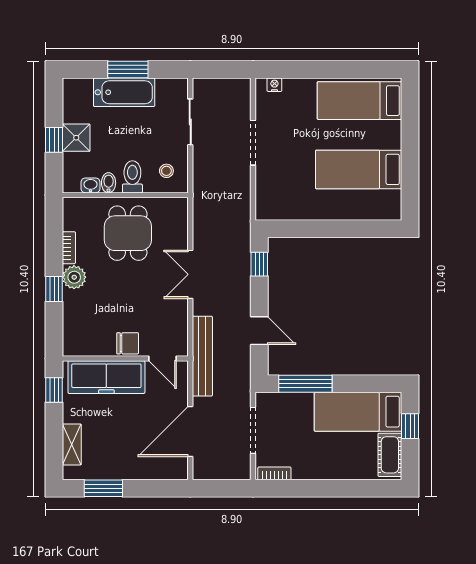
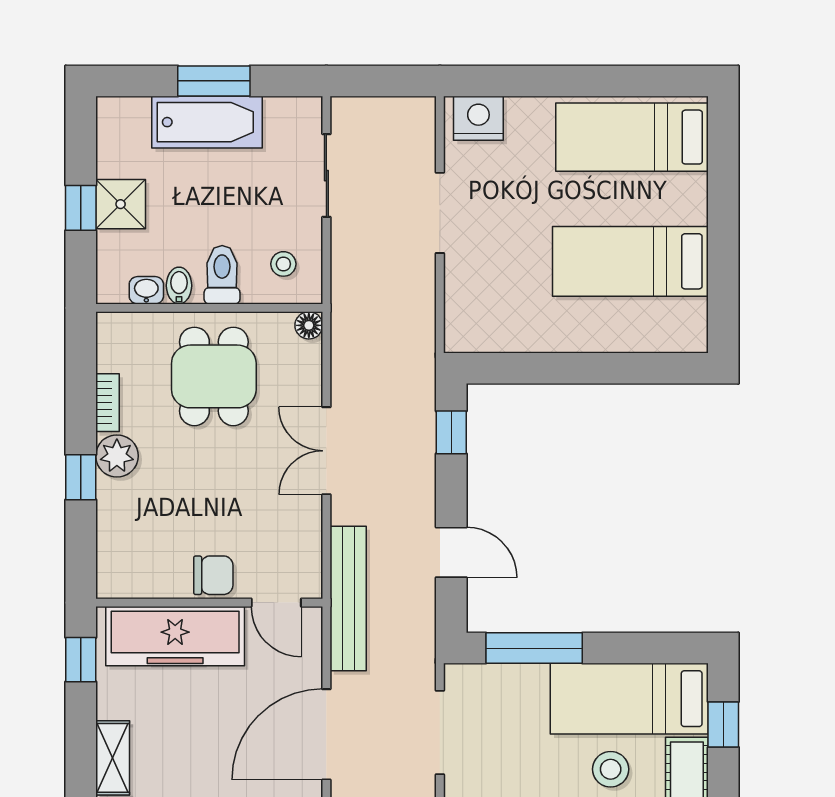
nightstand: (274, 85) -> (478, 118), width x1.89, depth x1.79
floor lamp: (180, 205) -> (309, 325), added
stool: (348, 451) -> (611, 769), added

